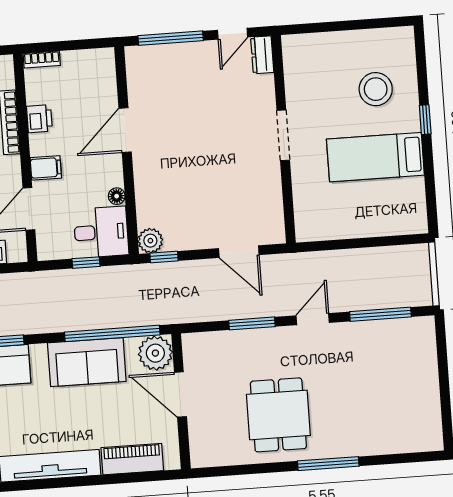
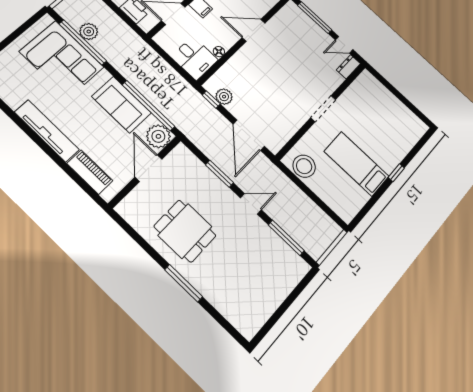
stool: (376, 89) -> (304, 166), moved
plant: (150, 241) -> (224, 97), moved
door: (239, 252) -> (249, 135), width x1.36
window: (86, 263) -> (173, 63), removed
dining table: (278, 415) -> (185, 231), turned 90

